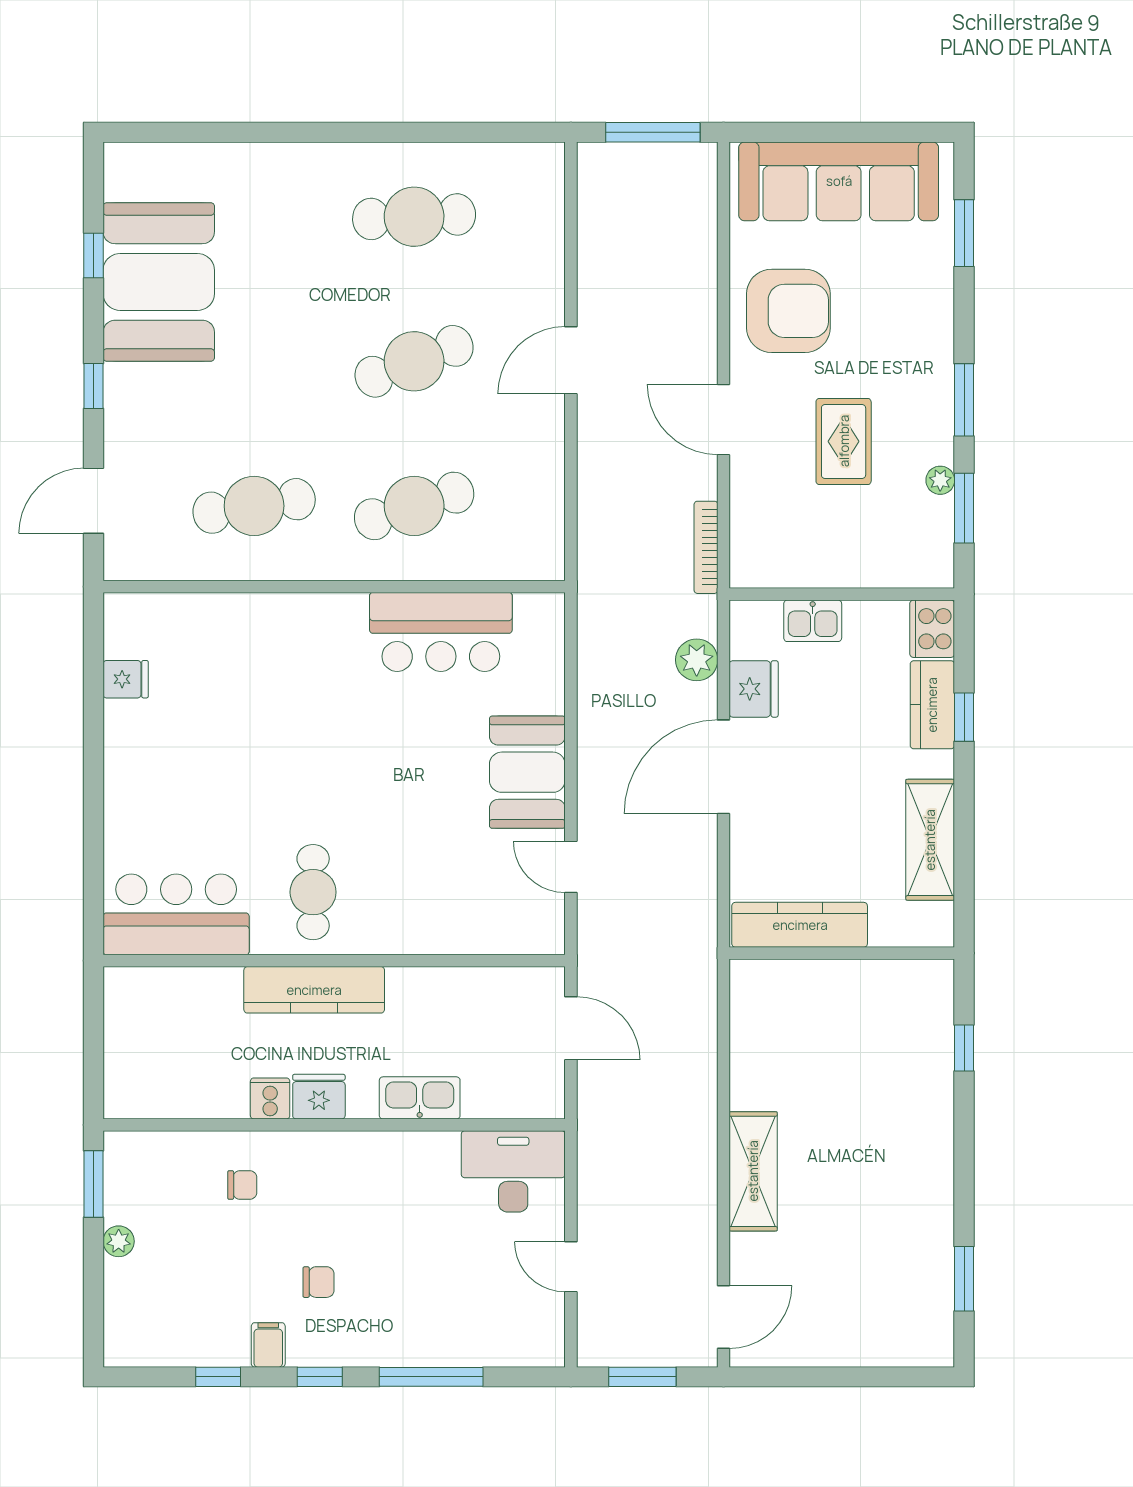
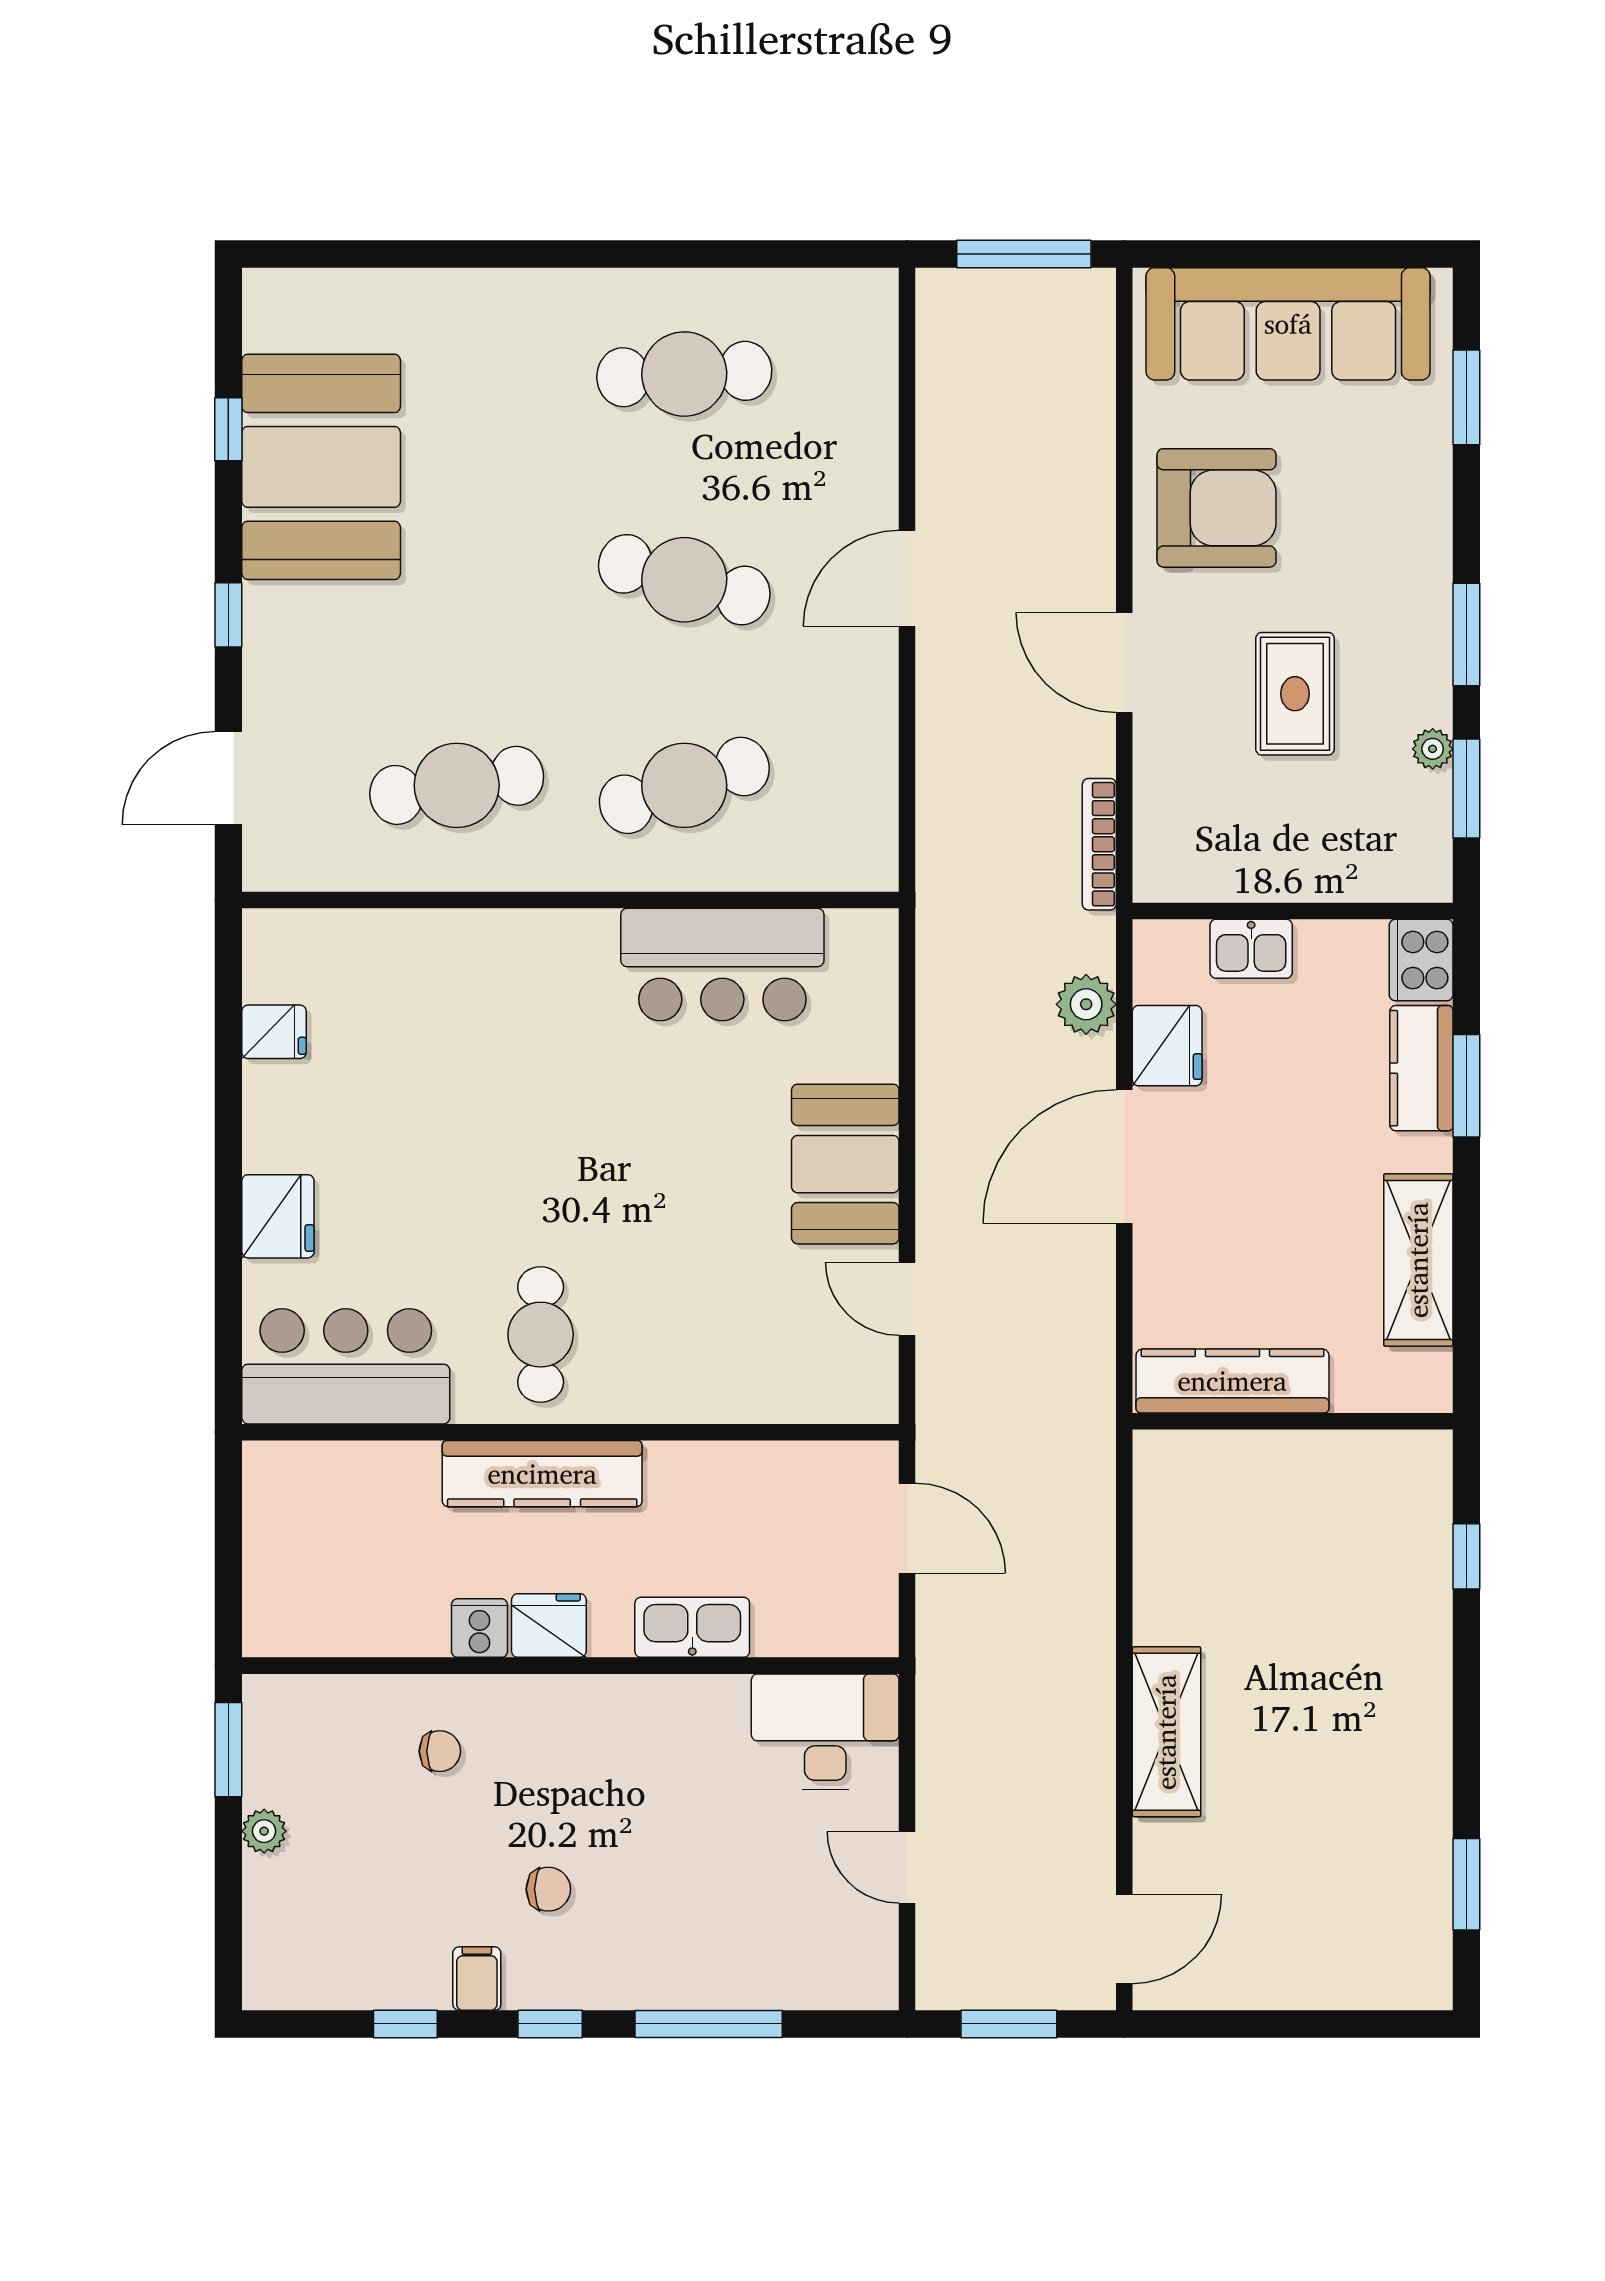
cafe table: (414, 361) -> (684, 580), turned 36
window: (964, 717) -> (1466, 1086), width x1.50
fridge: (128, 809) -> (278, 1216), added

